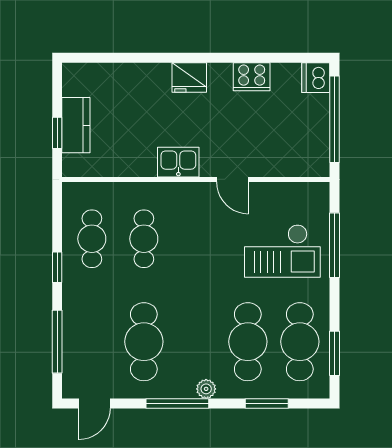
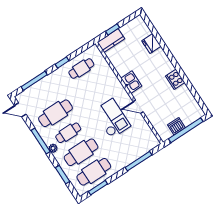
fridge: (189, 77) -> (151, 43), moved
cooker: (252, 77) -> (175, 79), moved
dishwasher: (316, 78) -> (176, 126), moved
kitchen counter: (76, 125) -> (111, 41), moved
door: (232, 179) -> (138, 107), hinge flipped
cafe table: (144, 239) -> (68, 133), moved
checkout: (282, 251) -> (112, 118), moved, turned 180

